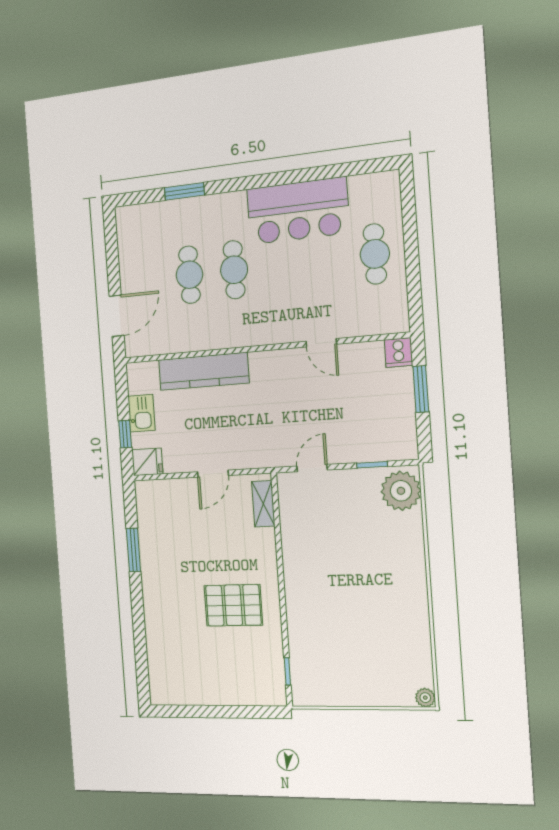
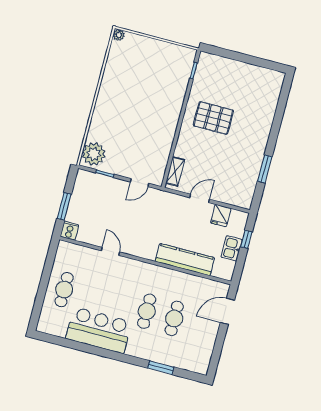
fridge: (147, 462) -> (221, 216), moved, turned -90

